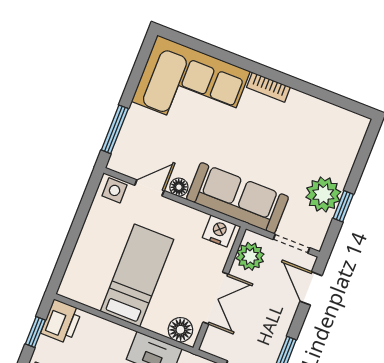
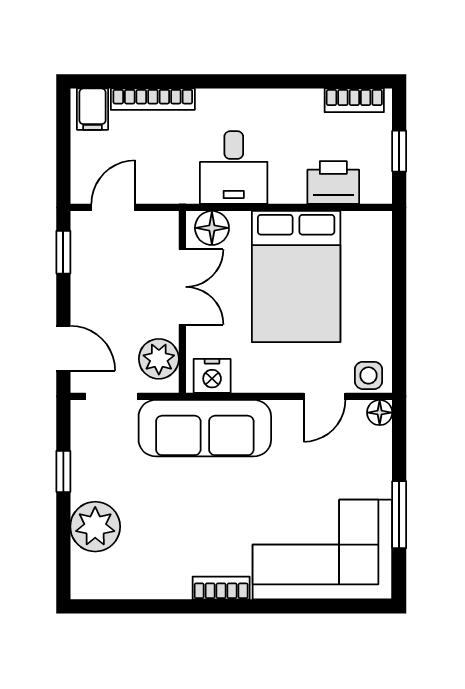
window: (115, 129) -> (399, 515), moved
floor lamp: (179, 187) -> (380, 413), moved
plant: (323, 194) -> (95, 527), moved
bed: (137, 275) -> (296, 277), width x1.50
double door: (216, 298) -> (182, 287), swing flipped
printer: (61, 322) -> (333, 183), moved, turned 90

